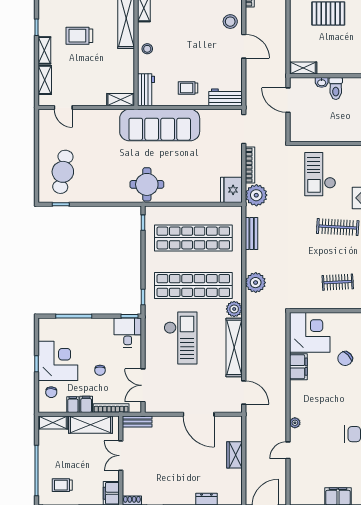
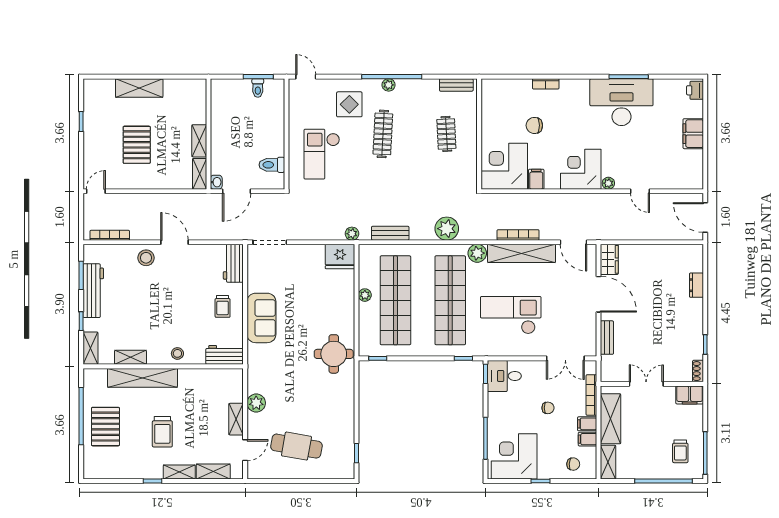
door: (244, 46) -> (175, 242), hinge flipped
shelving: (332, 68) -> (199, 141), added
washbasin: (322, 82) -> (216, 182), moved
toilet: (336, 89) -> (272, 165), moved, turned 180
shelving: (121, 100) -> (236, 419), moved
plant: (104, 117) -> (256, 403), added
sofa: (160, 125) -> (261, 318), width x0.54, depth x0.79
bookcase: (250, 165) -> (518, 235), moved
cafe table: (63, 172) -> (296, 446), moved
checkout: (320, 174) -> (322, 154), turned 90
plant: (256, 195) -> (352, 234), width x0.53, depth x0.53
plant: (198, 211) -> (365, 295), added
chair: (345, 359) -> (534, 125), turned 132
corner desk: (58, 361) -> (514, 456), moved
filing cabinet: (298, 367) -> (536, 179), width x0.50
door: (244, 392) -> (573, 242), swing flipped
corner desk: (307, 399) -> (581, 169), added
door: (199, 414) -> (599, 294), hinge flipped
bench: (137, 421) -> (607, 338), moved
wardrobe: (234, 455) -> (609, 259), moved, turned -90
double door: (121, 456) -> (646, 384), swing flipped

